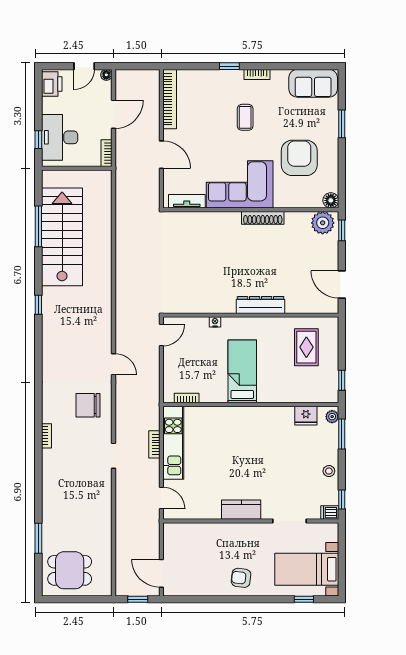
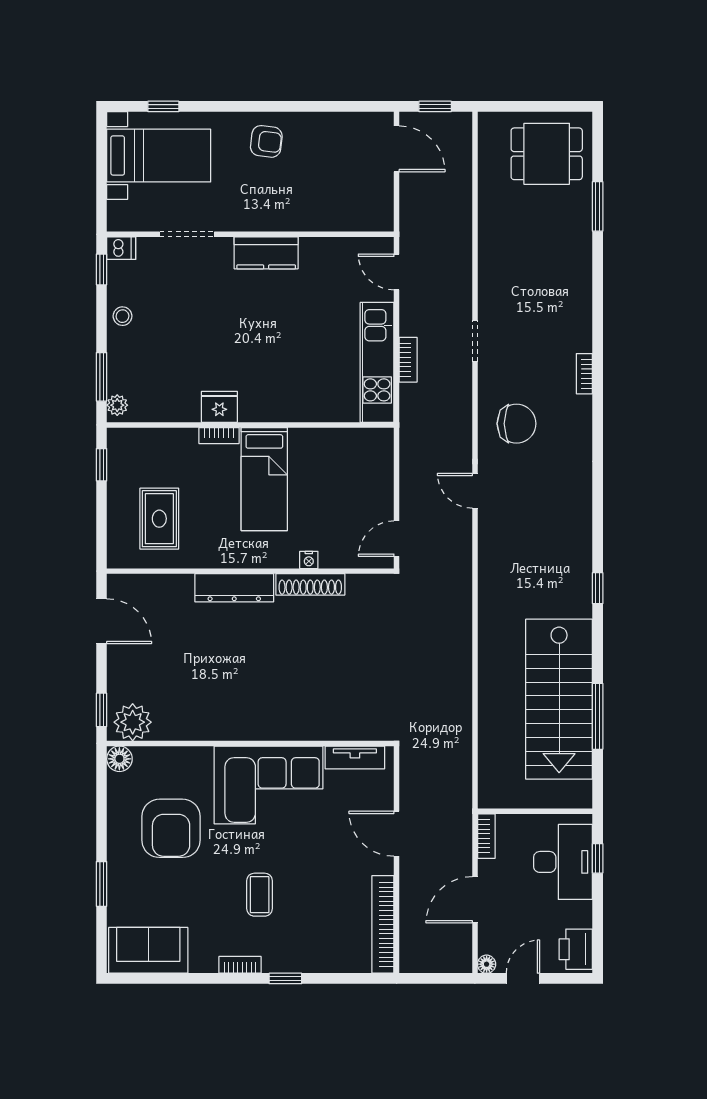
shoe rack: (263, 218) -> (310, 584), moved, turned 180
bookcase: (187, 398) -> (219, 436), moved
fridge: (306, 416) -> (219, 407), moved

